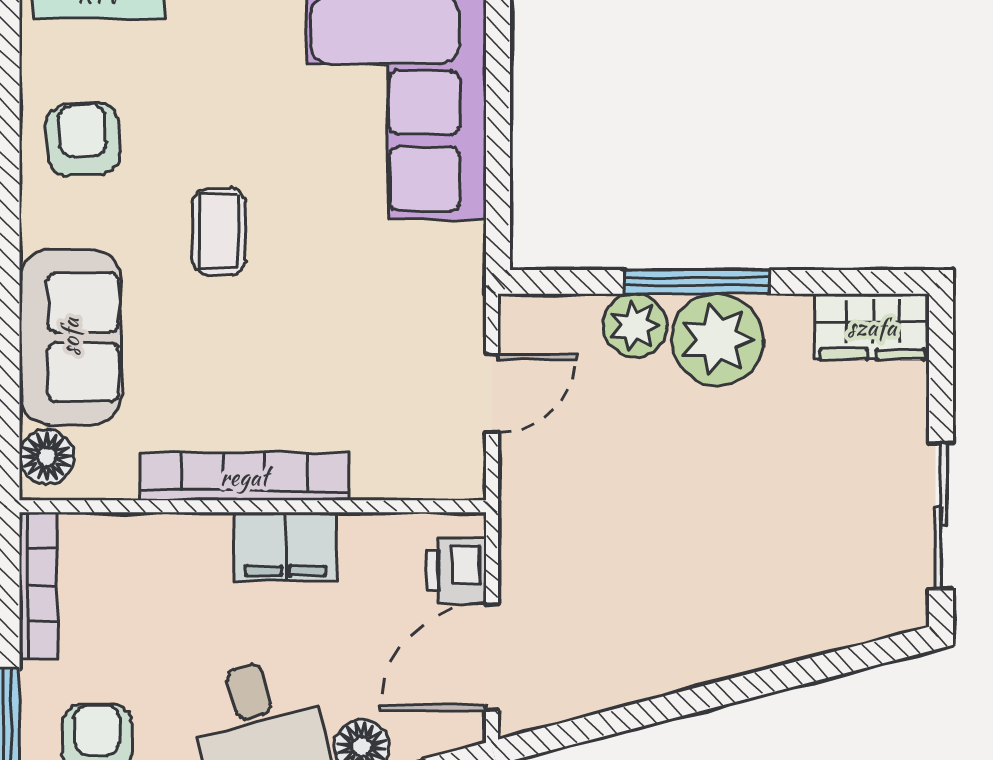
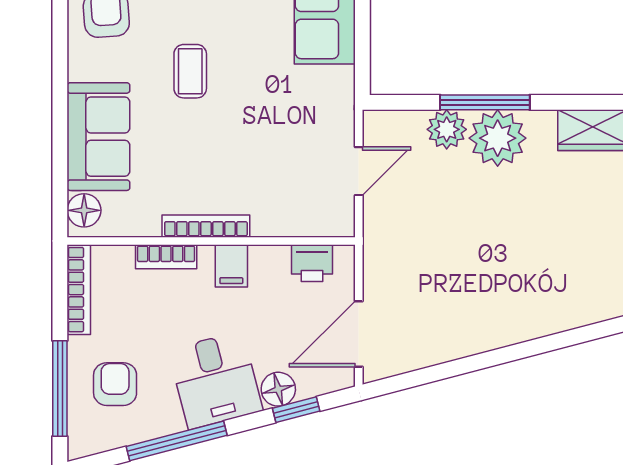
bookcase: (244, 477) -> (206, 226), width x0.68, depth x0.76
bookcase: (180, 532) -> (166, 257), added
filing cabinet: (286, 547) -> (231, 266), width x0.50
printer: (456, 571) -> (312, 263), moved, turned -90

